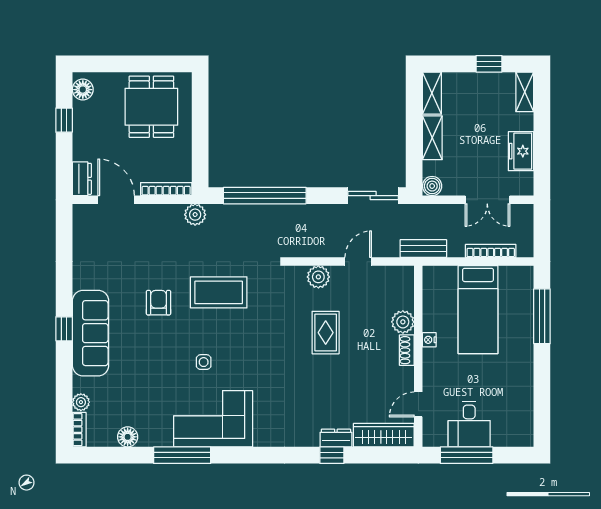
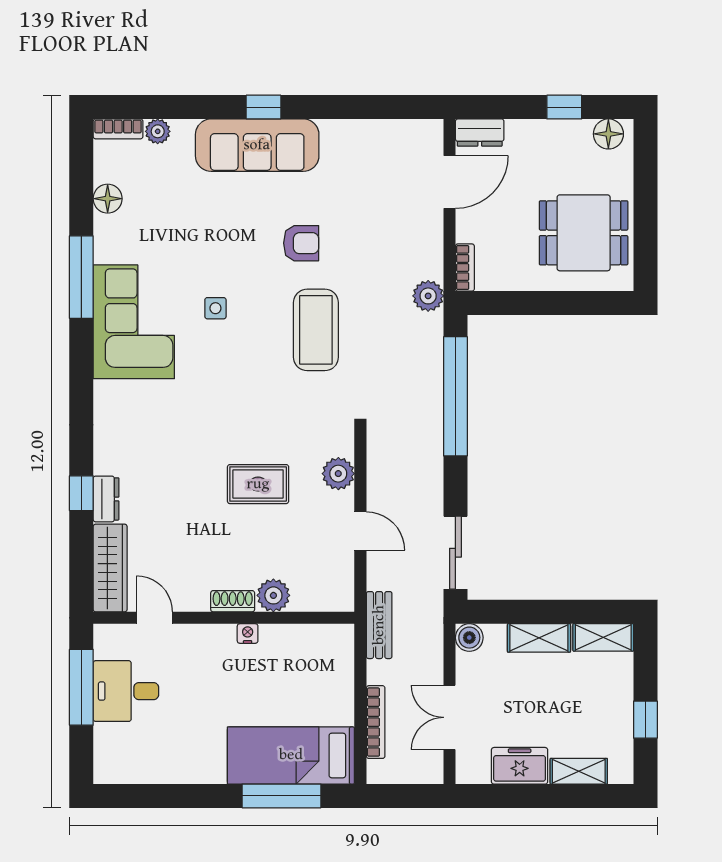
shelving: (525, 92) -> (579, 771), moved
bookcase: (166, 189) -> (465, 268), width x0.64
bed: (478, 310) -> (291, 755), moved

